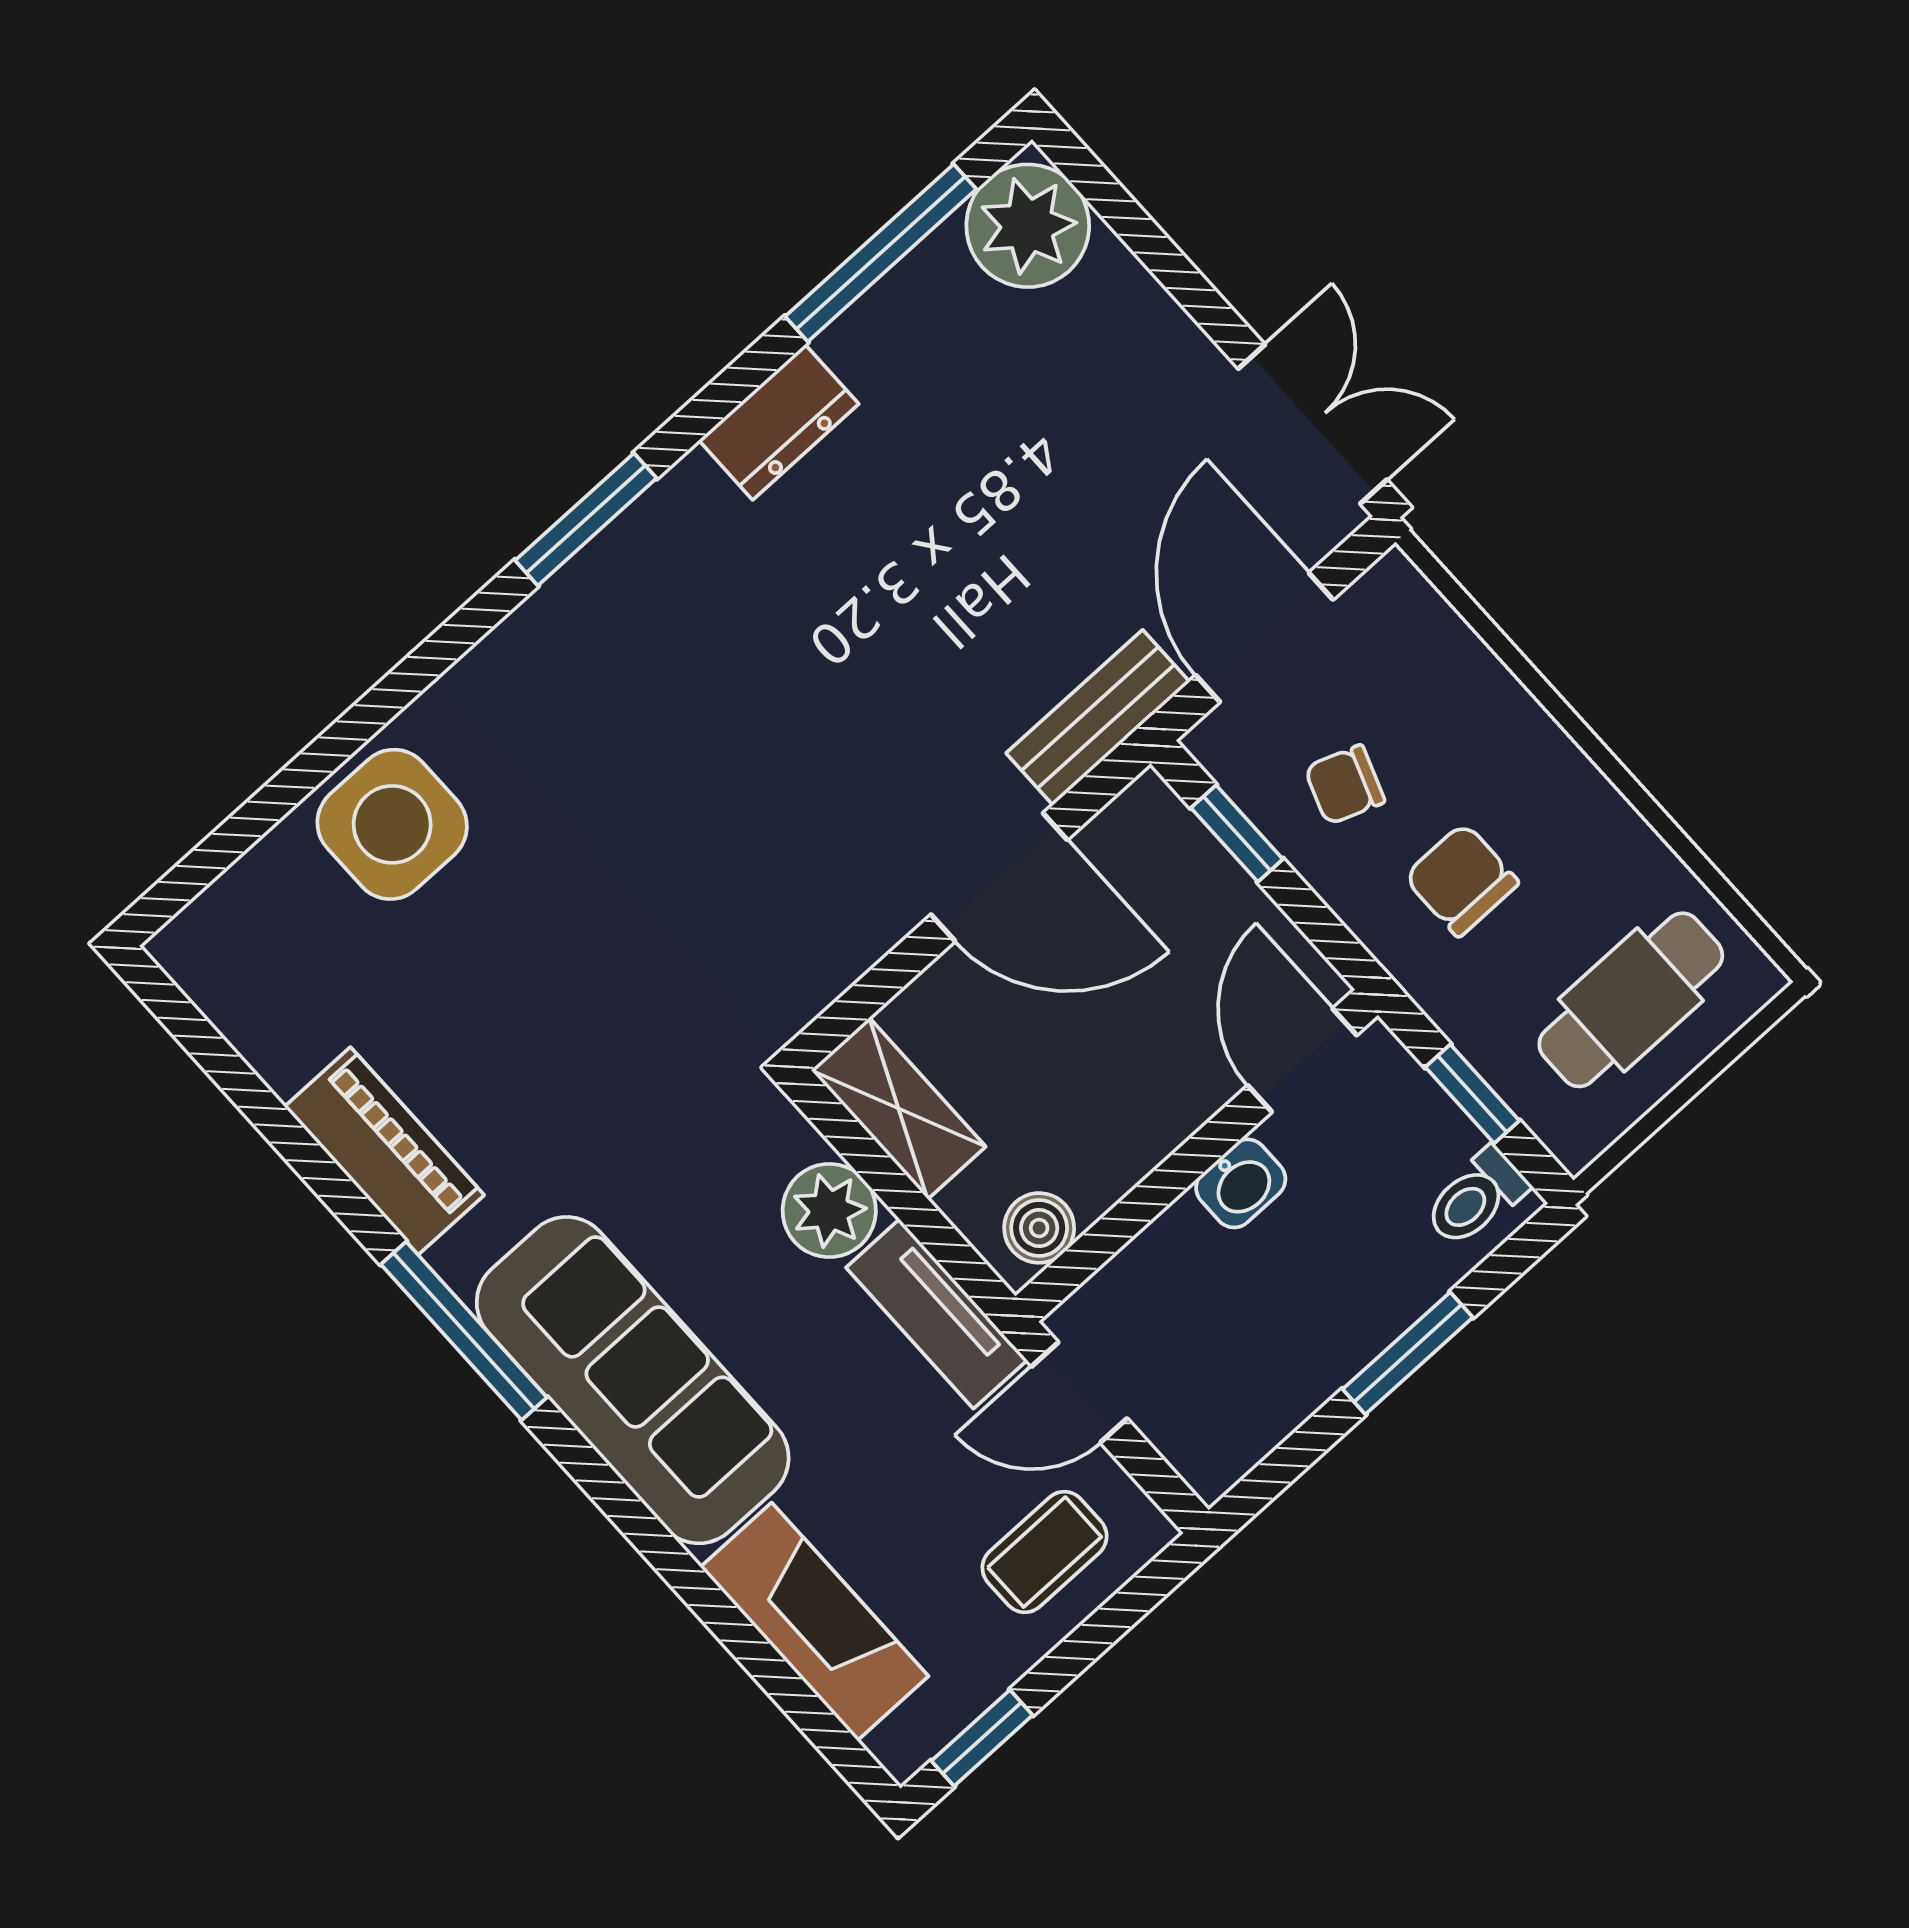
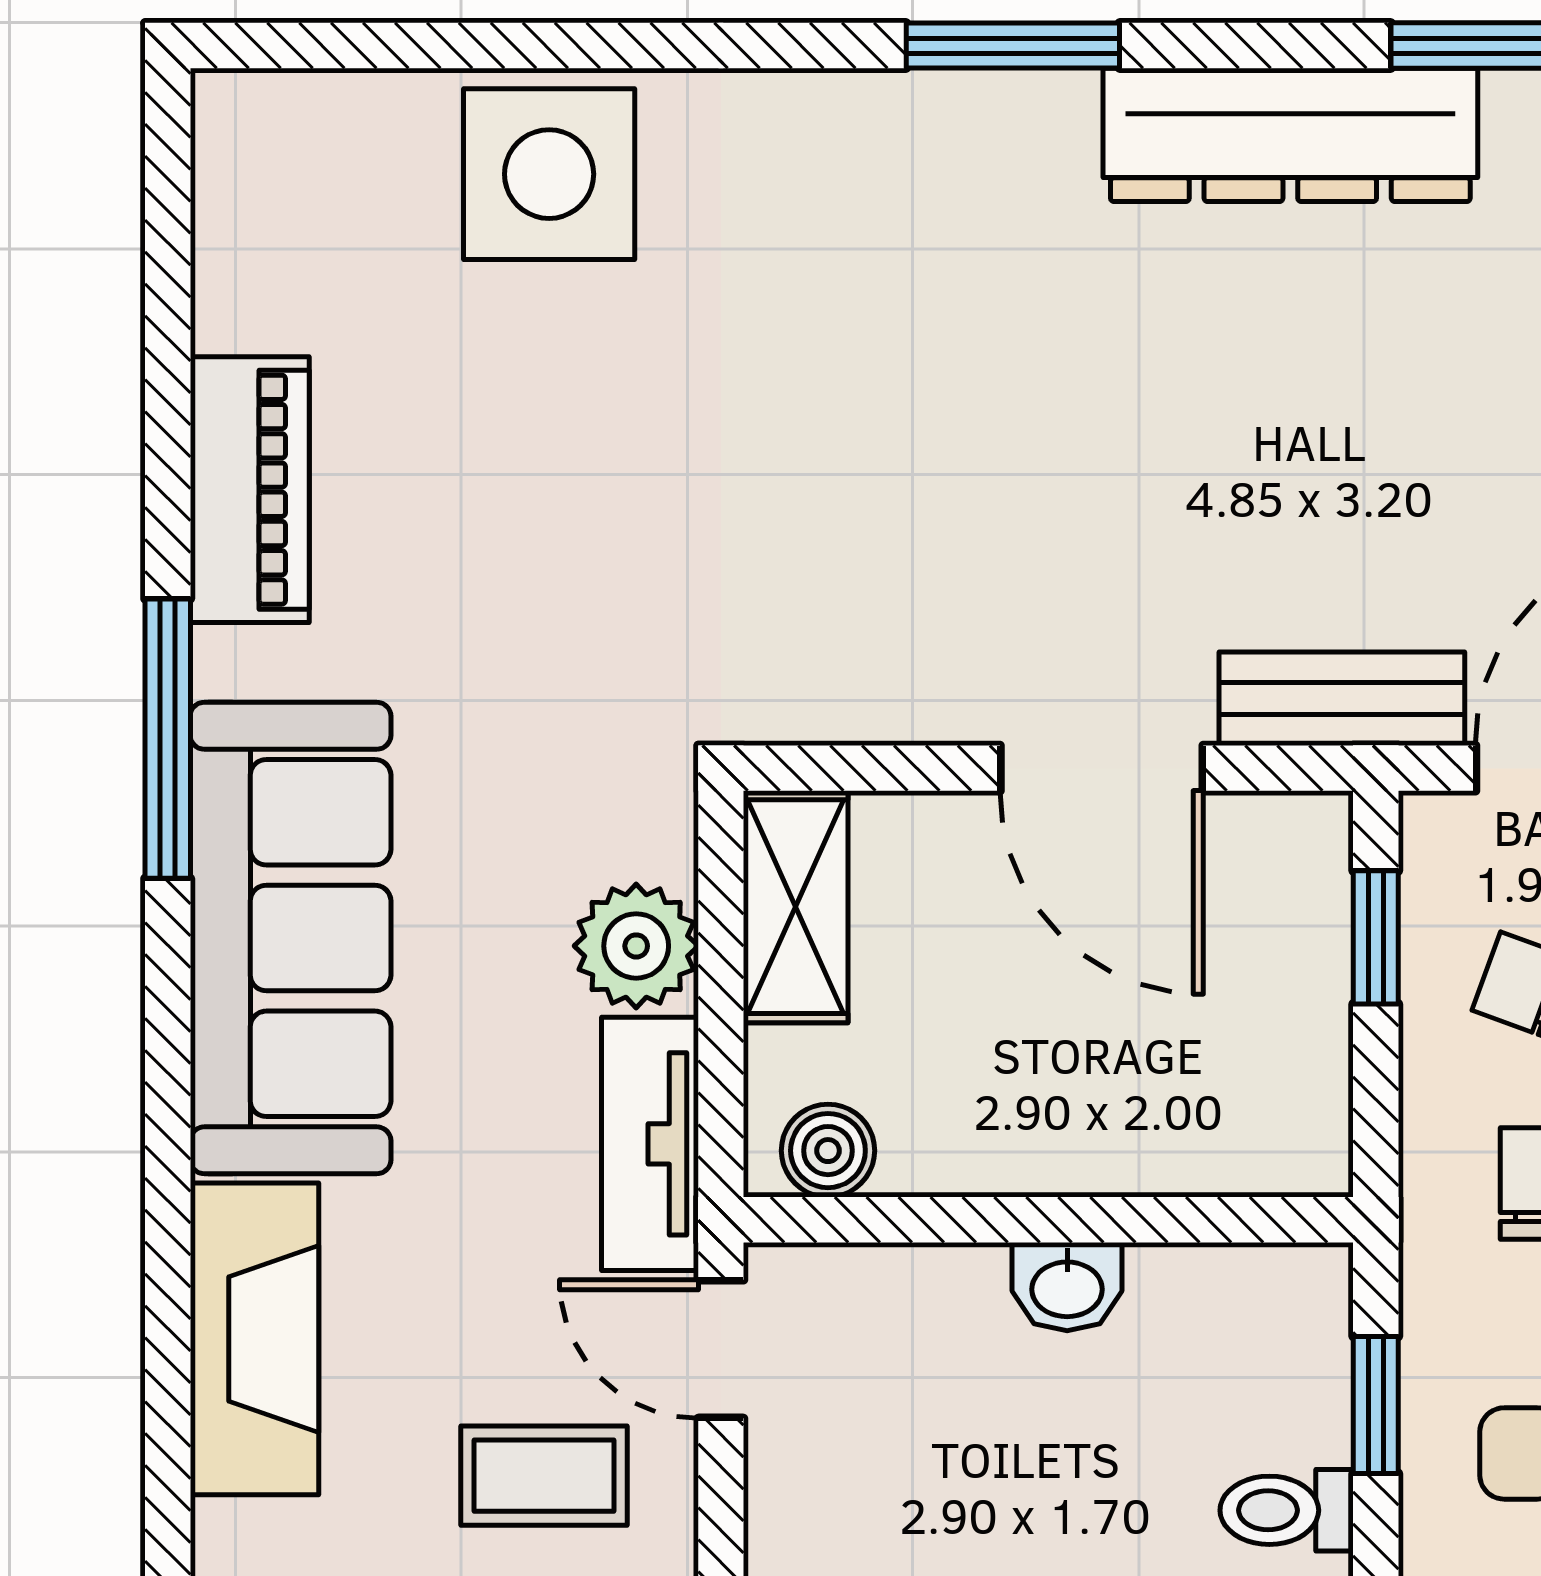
dresser: (779, 422) -> (1290, 135), width x1.96, depth x1.24
door: (1302, 1060) -> (1238, 1220), removed

